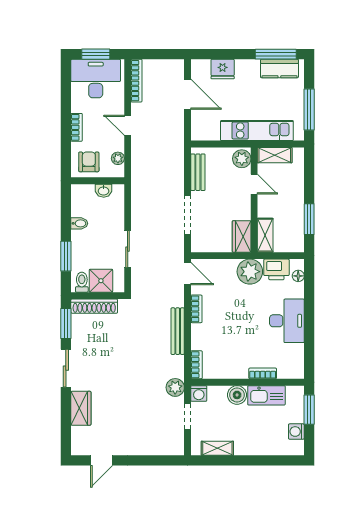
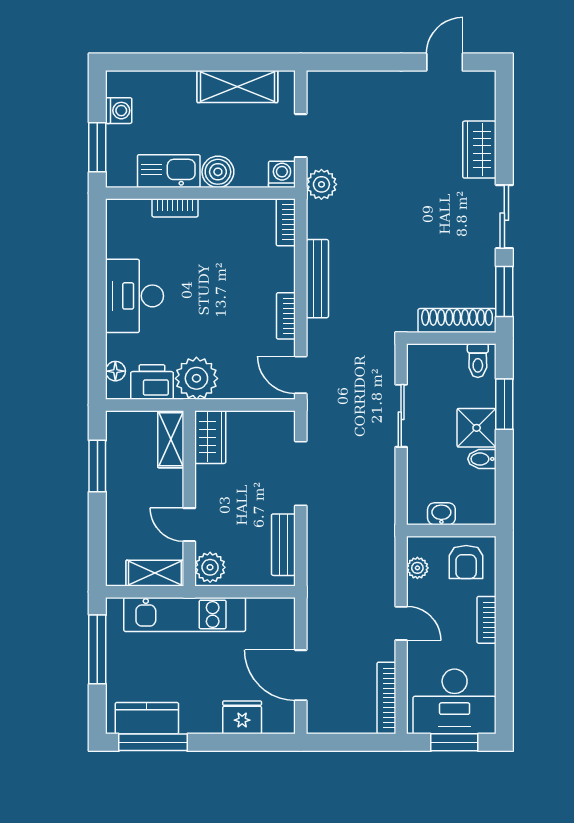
shower: (101, 281) -> (477, 428), moved
shelving: (217, 448) -> (237, 87), width x1.50, depth x1.33

